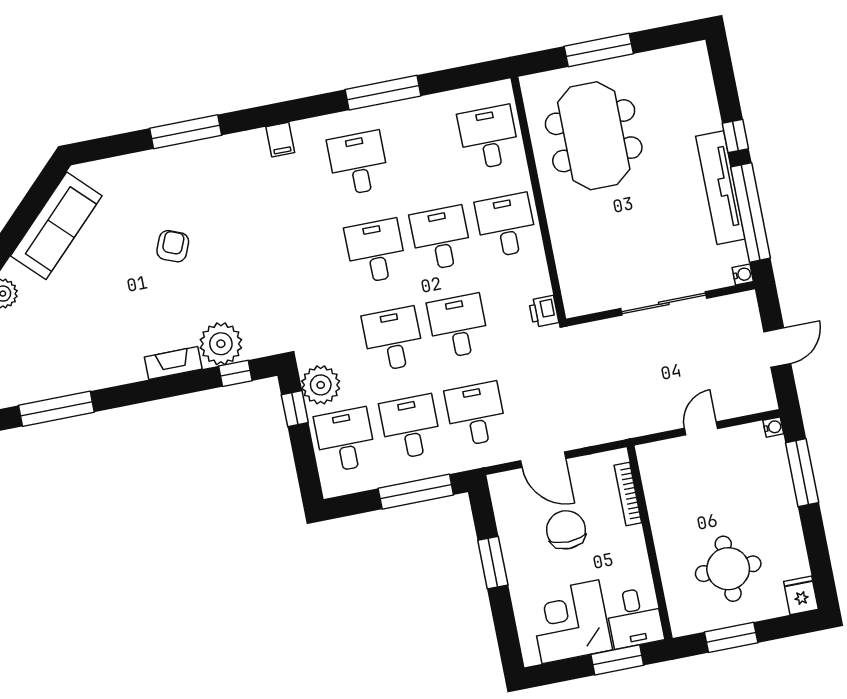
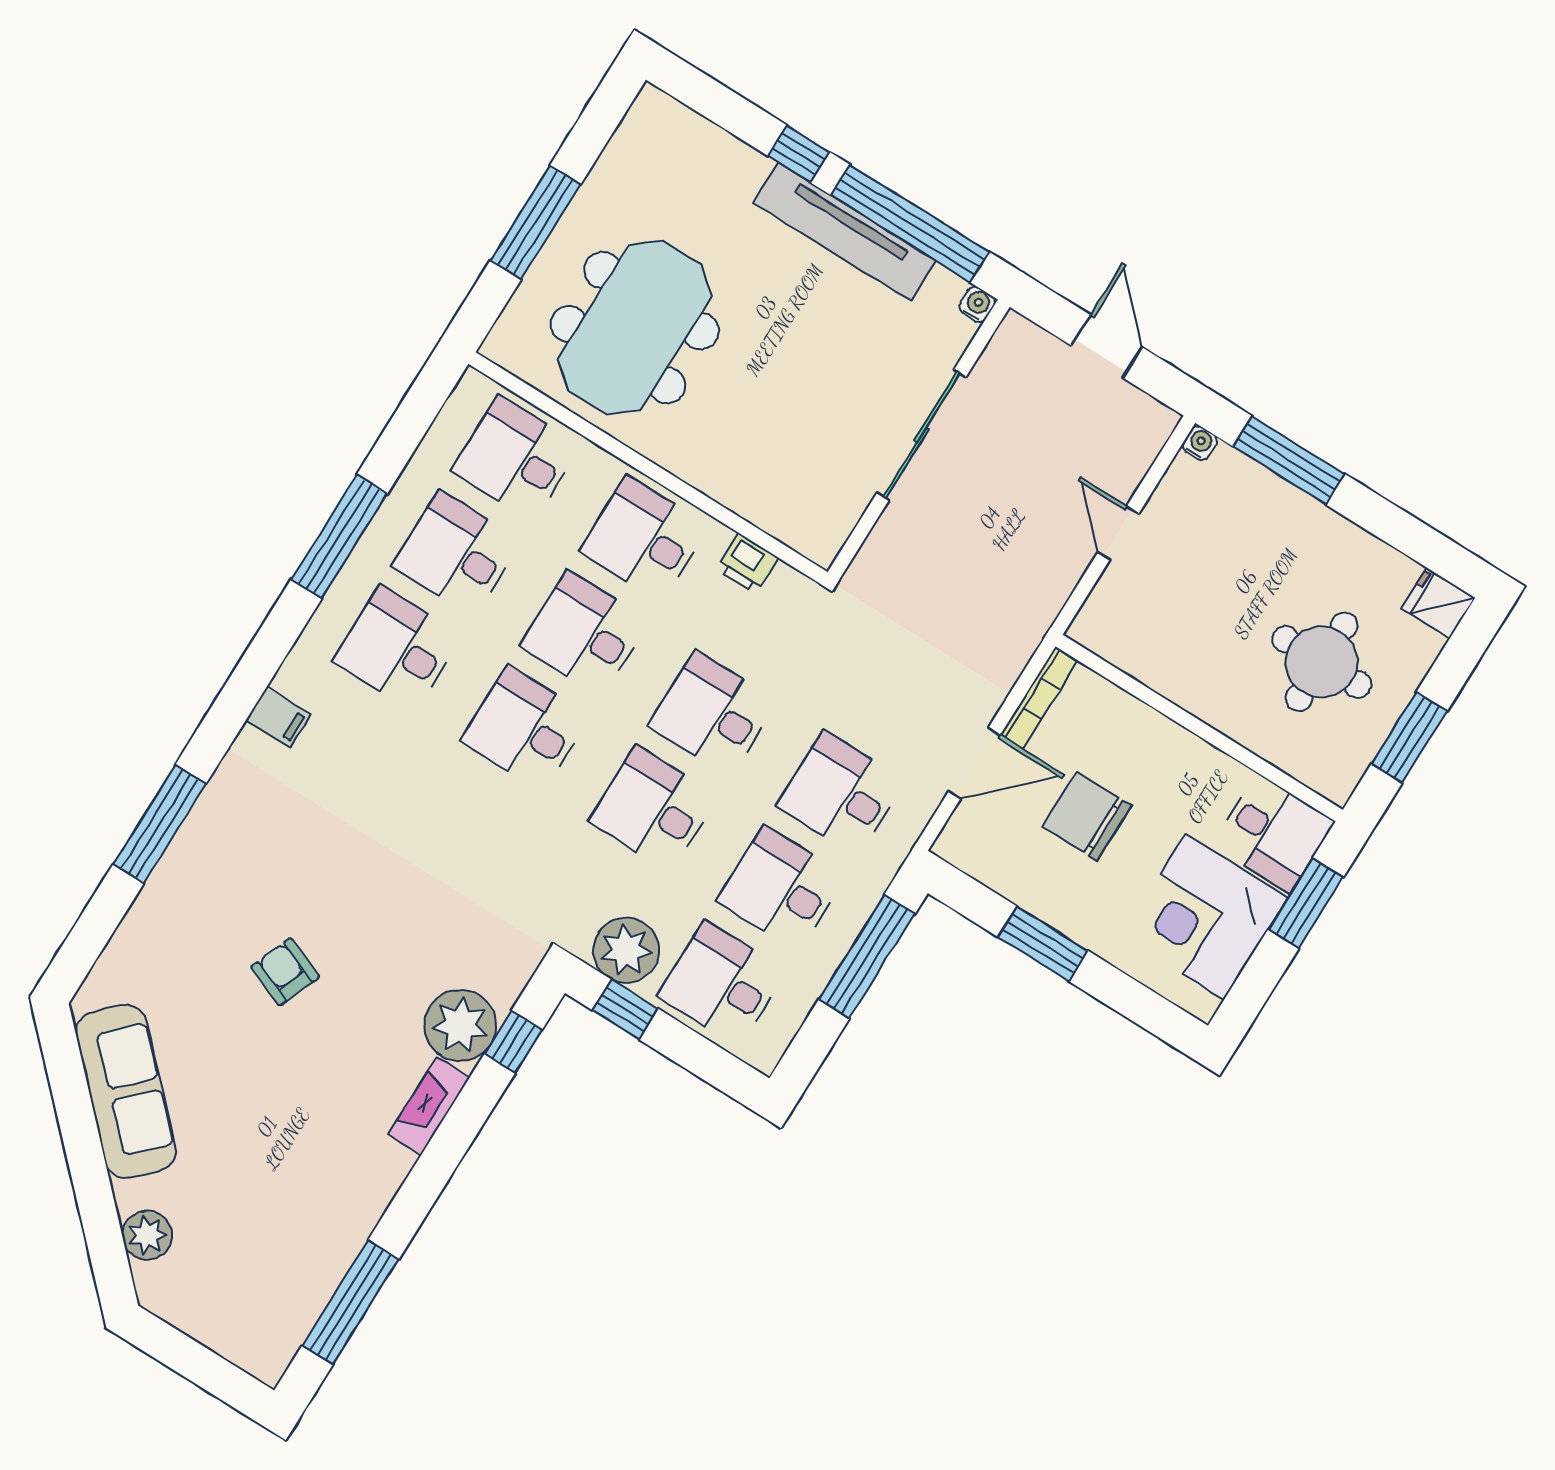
meeting table: (594, 136) -> (635, 328), turned 90
desk: (423, 150) -> (456, 554), added
printer: (544, 311) -> (747, 563), moved
bookcase: (628, 494) -> (1039, 698), moved, turned -90

